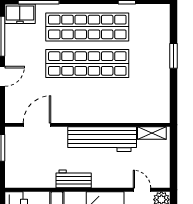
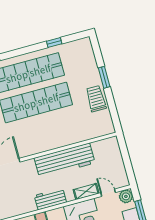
trolley: (158, 78) -> (96, 99), added
shelving: (152, 133) -> (86, 192), moved

